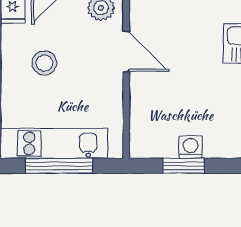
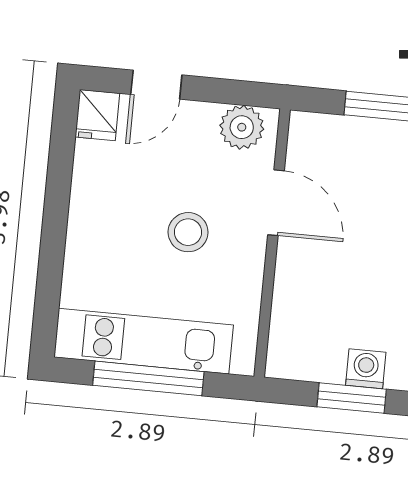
stool: (44, 63) -> (188, 232), moved

